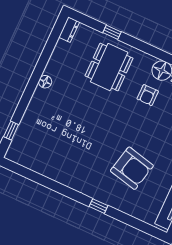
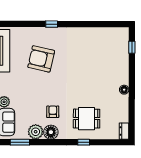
window: (112, 32) -> (84, 142), moved
dining table: (109, 67) -> (87, 119), width x0.73

